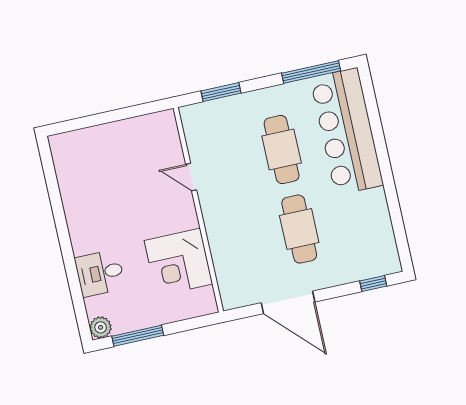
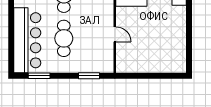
window: (311, 72) -> (39, 76), width x0.69

